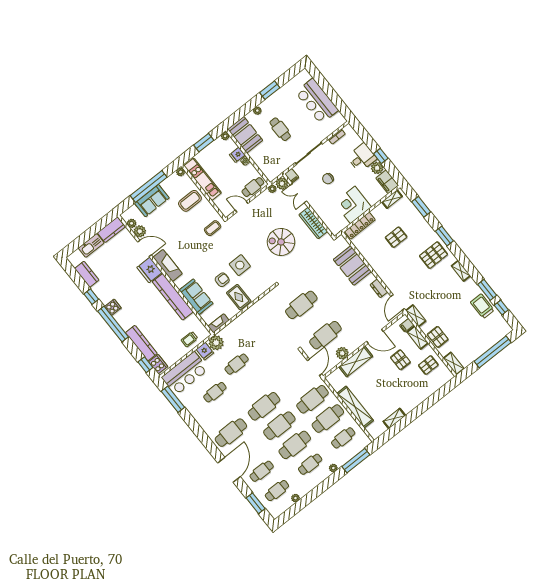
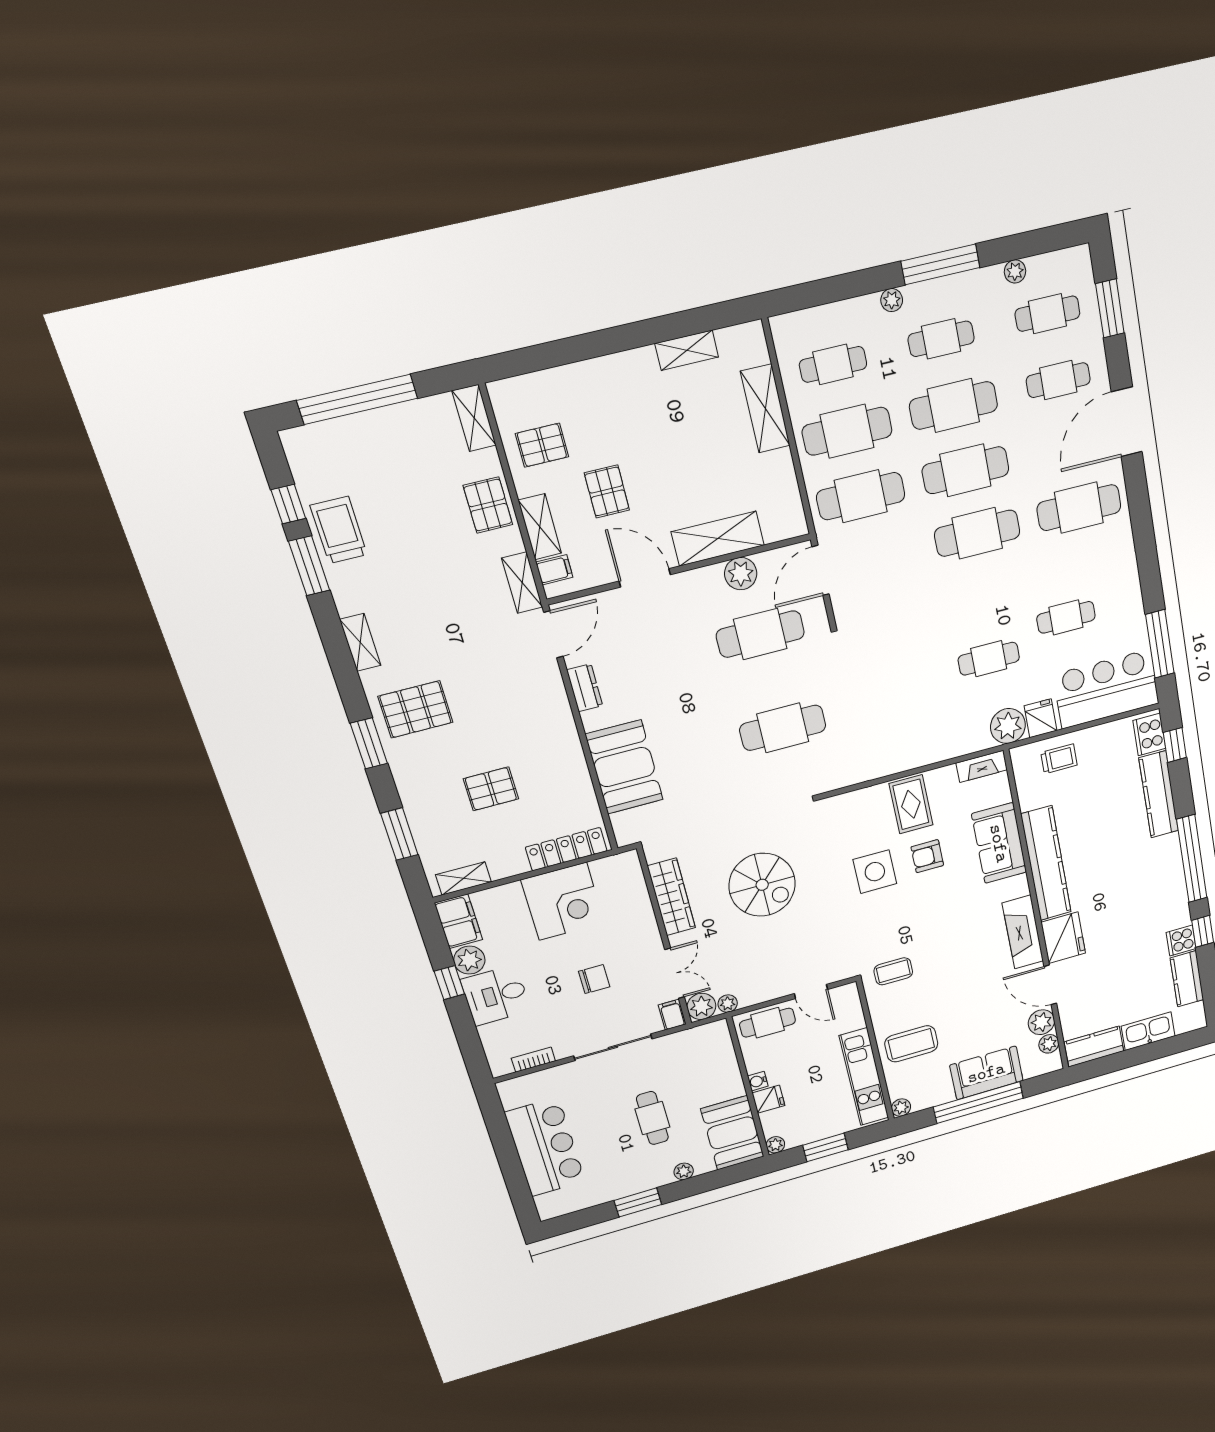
trolley: (482, 306) -> (339, 530), turned 180
cooker: (113, 307) -> (1181, 940), moved
shelving: (355, 407) -> (765, 409), width x0.68
window: (356, 461) -> (940, 264), moved

